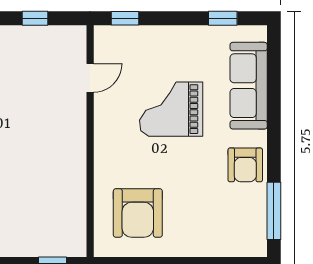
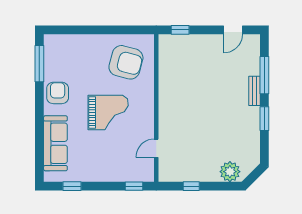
grand piano: (171, 109) -> (108, 112), moved
armchair: (138, 213) -> (126, 62), turned 105

